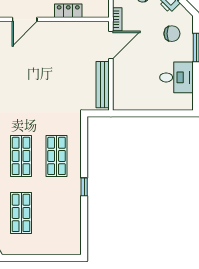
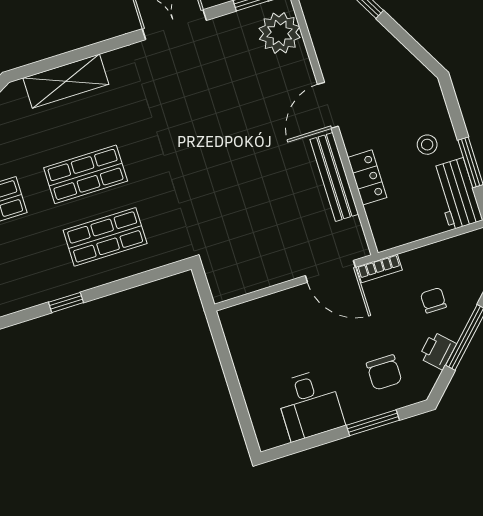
door: (25, 19) -> (328, 105), hinge flipped
bench: (103, 85) -> (334, 177), moved, turned 90

